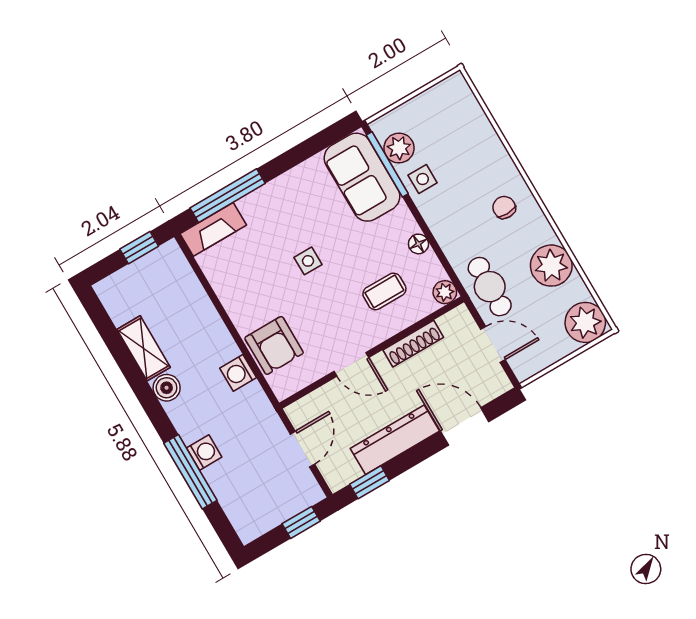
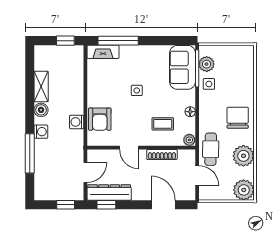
chair: (504, 207) -> (238, 118), width x1.87, depth x1.87
dresser: (395, 440) -> (109, 192), moved
washing machine: (204, 452) -> (41, 132), moved

